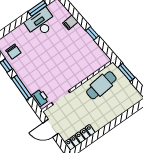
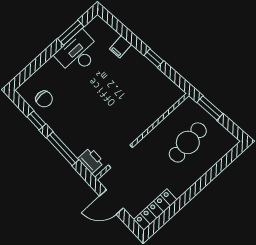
cafe table: (101, 85) -> (188, 142), moved

